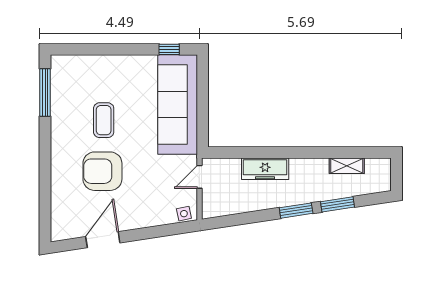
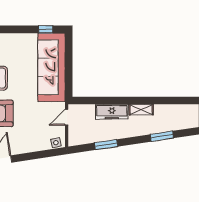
shelving: (347, 166) -> (141, 110), moved
window: (296, 211) -> (106, 145), moved

